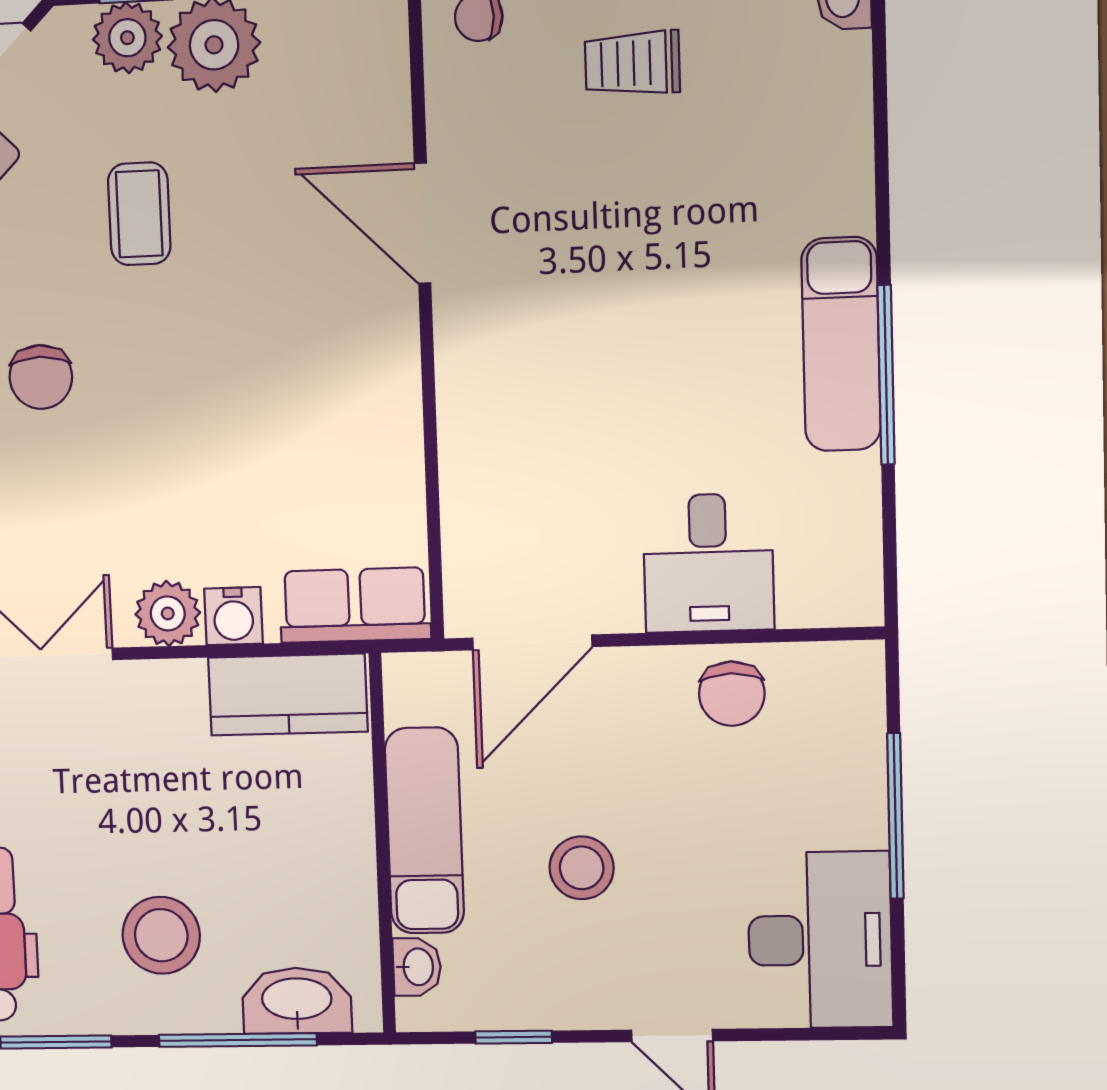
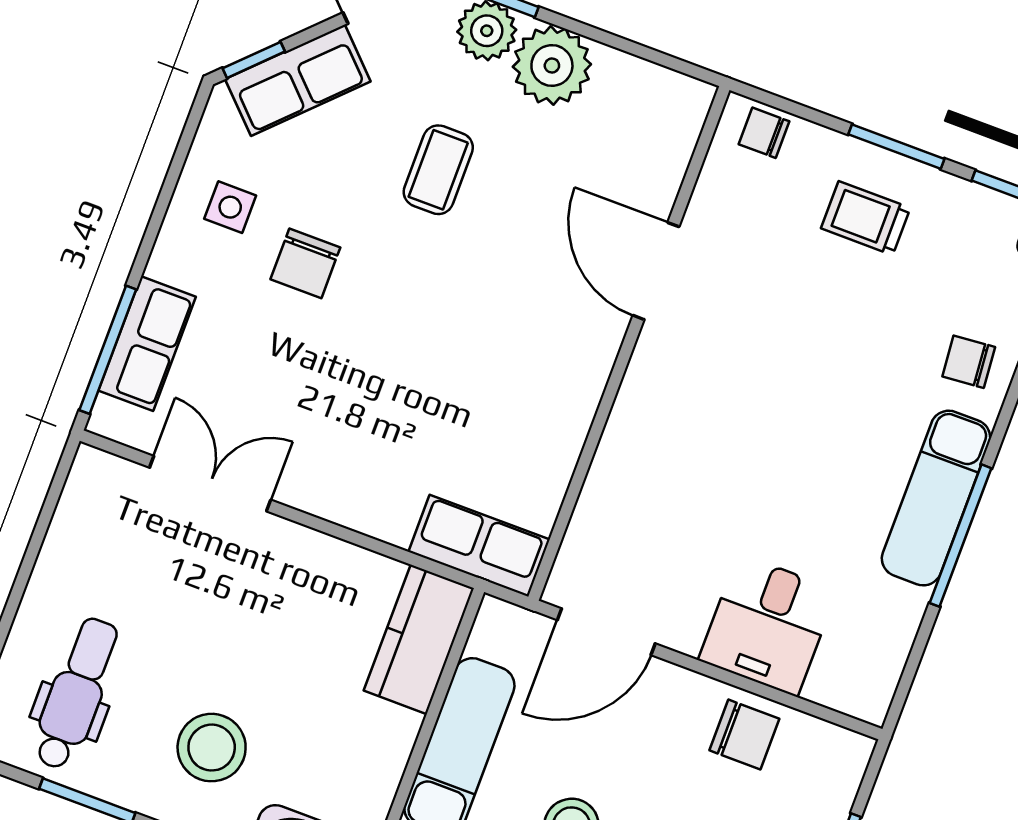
chair: (816, 175) -> (969, 362), added
plant: (168, 613) -> (327, 492), removed
water cooler: (234, 616) -> (379, 515), removed
chair: (732, 694) -> (744, 734), turned -90
kitchen counter: (288, 695) -> (419, 639), moved, turned 90

